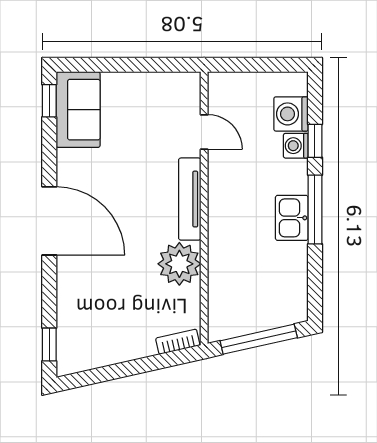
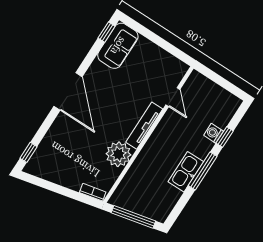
washing machine: (291, 114) -> (221, 116), removed
kitchen sink: (292, 218) -> (186, 172), width x1.38

